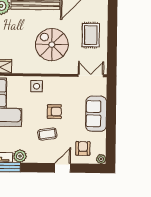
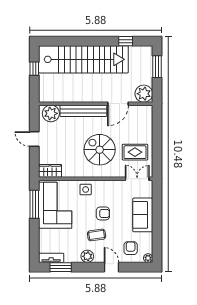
rug: (91, 35) -> (135, 152), moved, turned 90
plant: (20, 156) -> (87, 256), moved
door: (63, 168) -> (111, 267), hinge flipped

